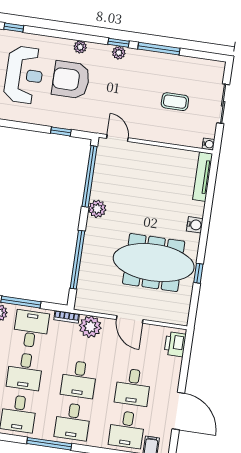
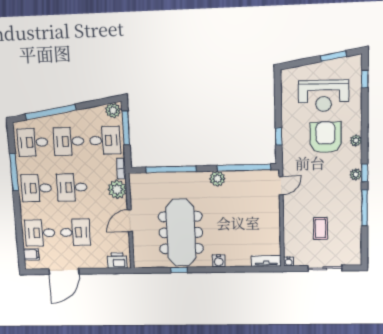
tv unit: (203, 177) -> (266, 261), width x0.71
desk: (133, 387) -> (75, 232), turned 180

